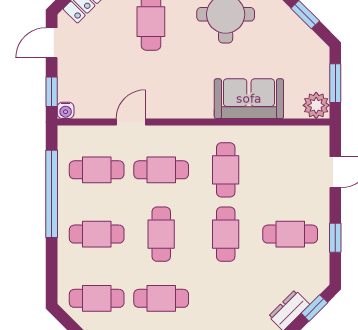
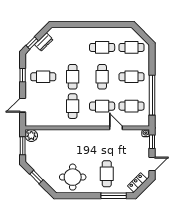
sofa: (249, 99) -> (62, 139), removed
door: (131, 122) -> (116, 128), swing flipped

